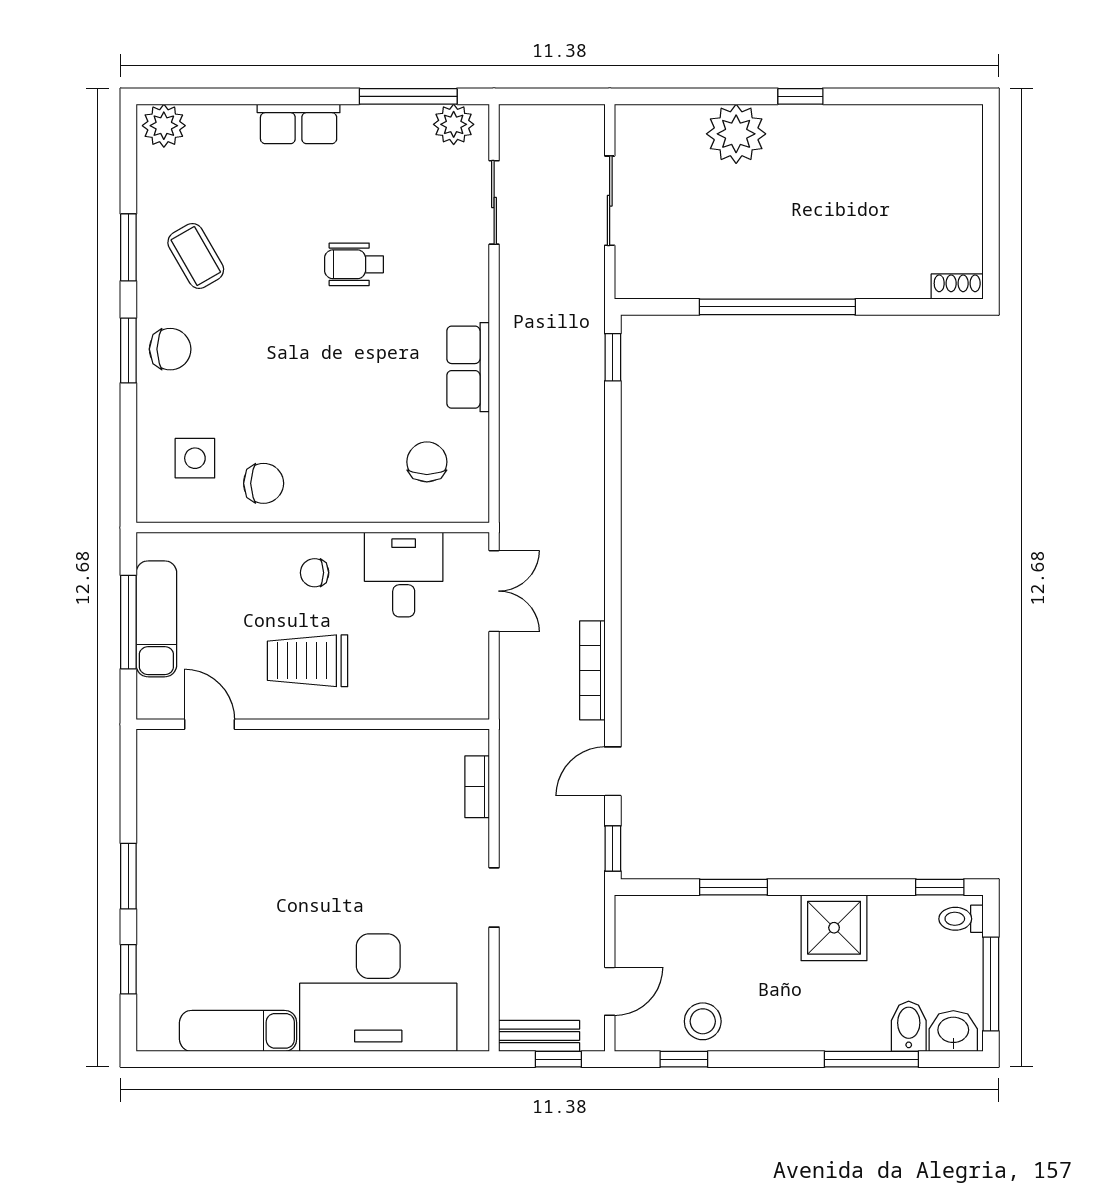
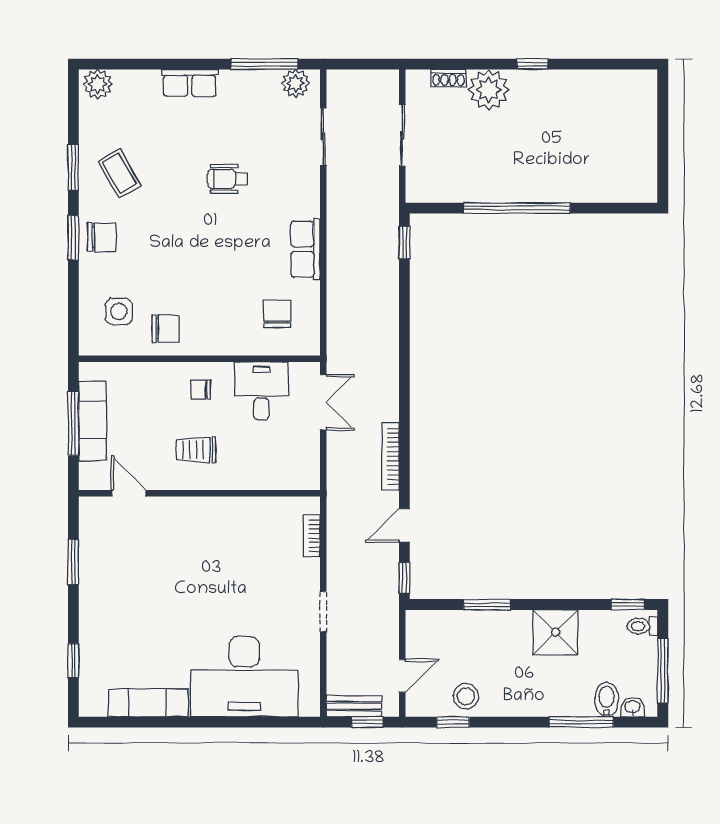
shoe rack: (957, 287) -> (448, 78), moved, turned 180
trolley: (308, 661) -> (196, 450), width x0.73, depth x0.72
window: (128, 876) -> (73, 562), moved
washbasin: (953, 1031) -> (633, 707), width x0.72, depth x0.69

